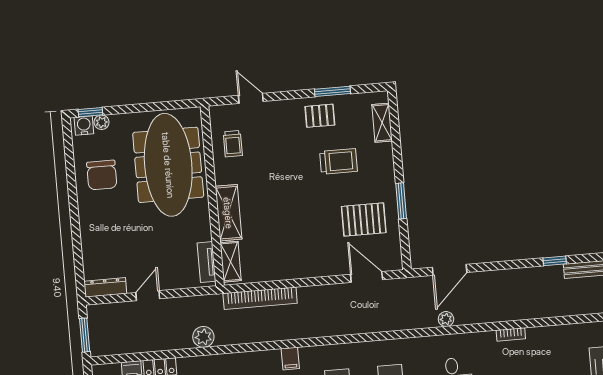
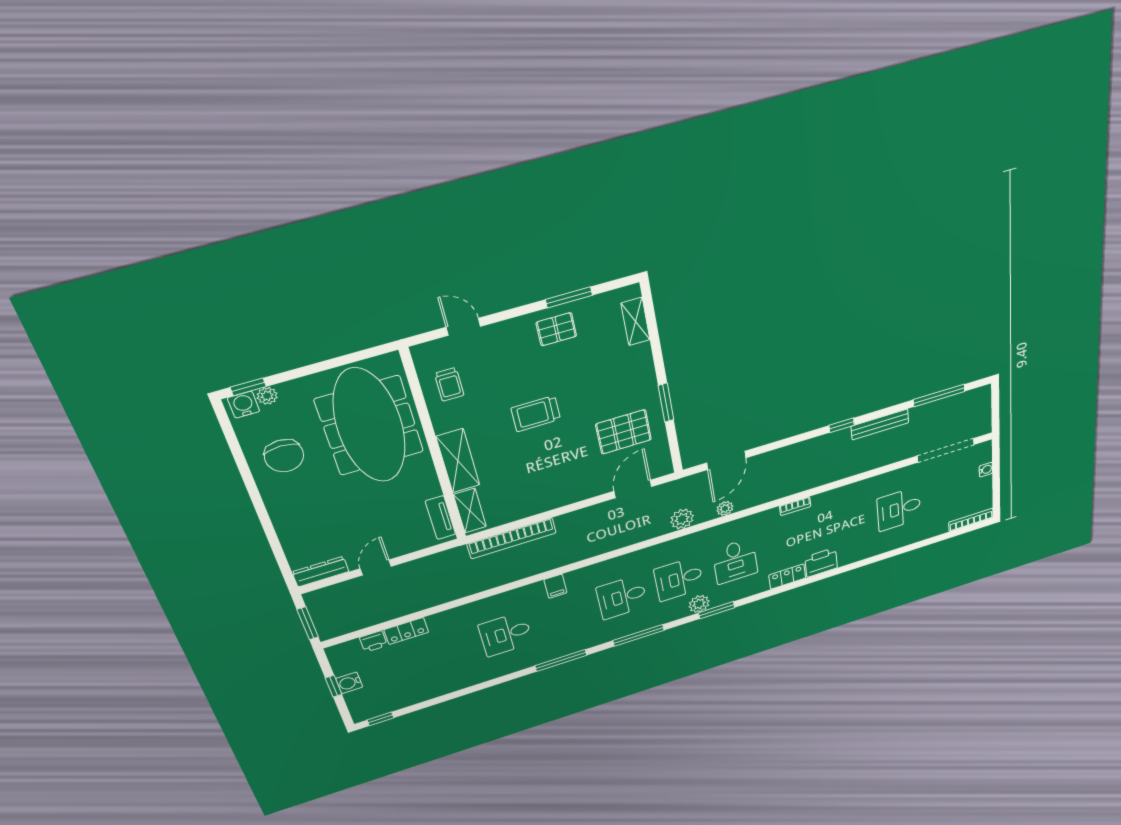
trolley: (338, 161) -> (536, 414), moved, turned 180
door: (367, 277) -> (633, 489), hinge flipped
plant: (203, 337) -> (682, 519), moved

